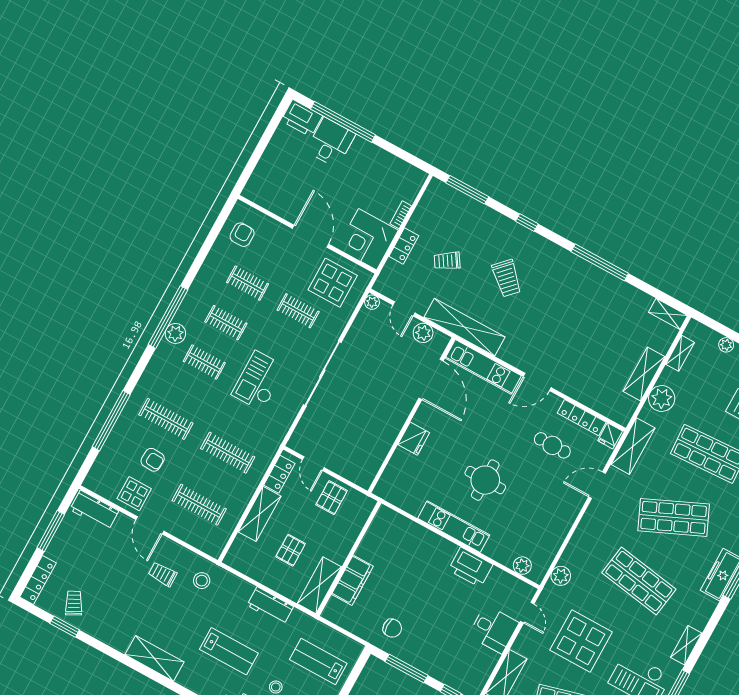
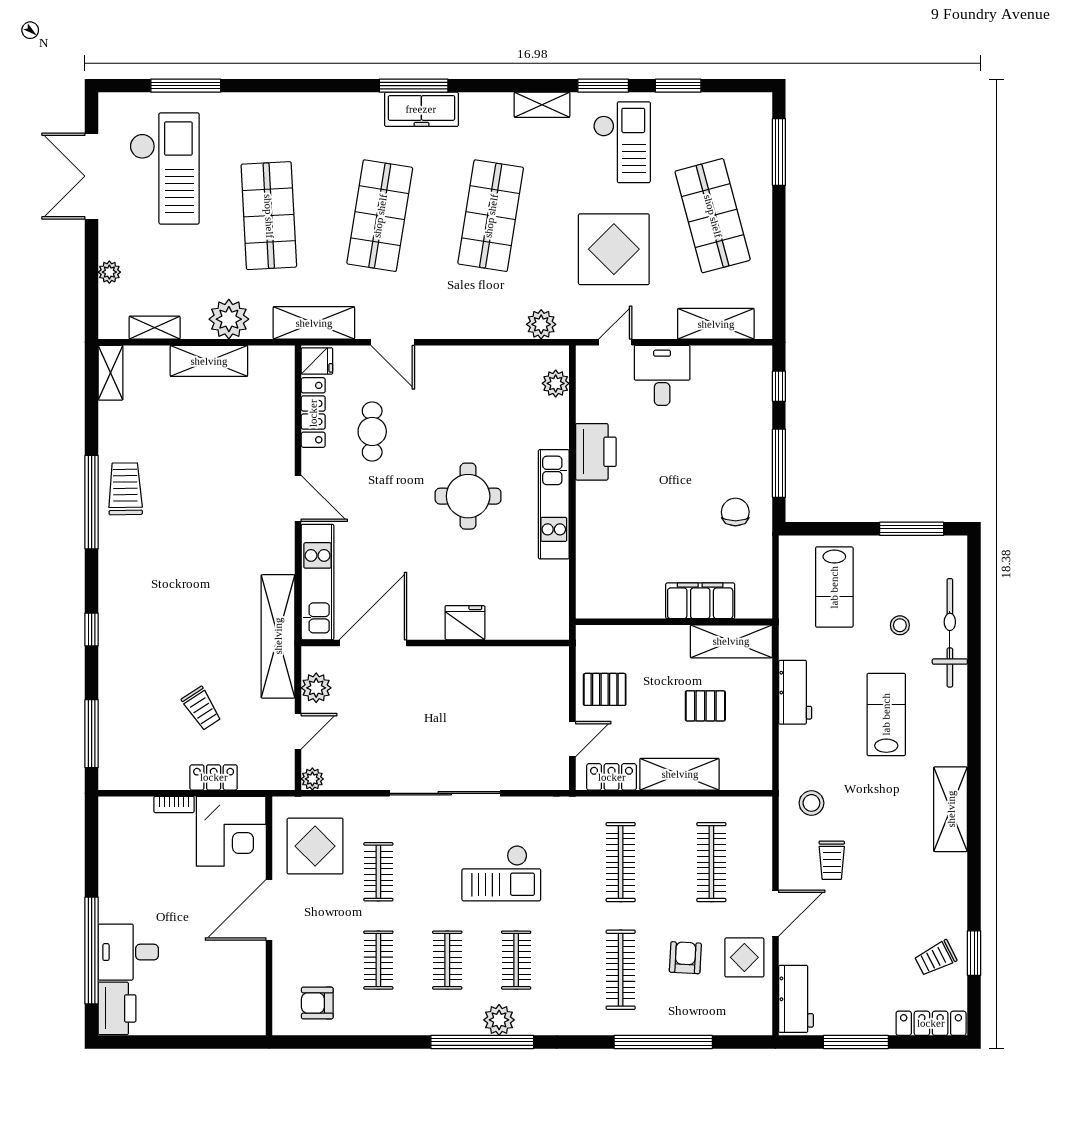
trolley: (507, 278) -> (125, 489), moved, turned -45
shop shelf: (674, 517) -> (380, 216), turned 33

